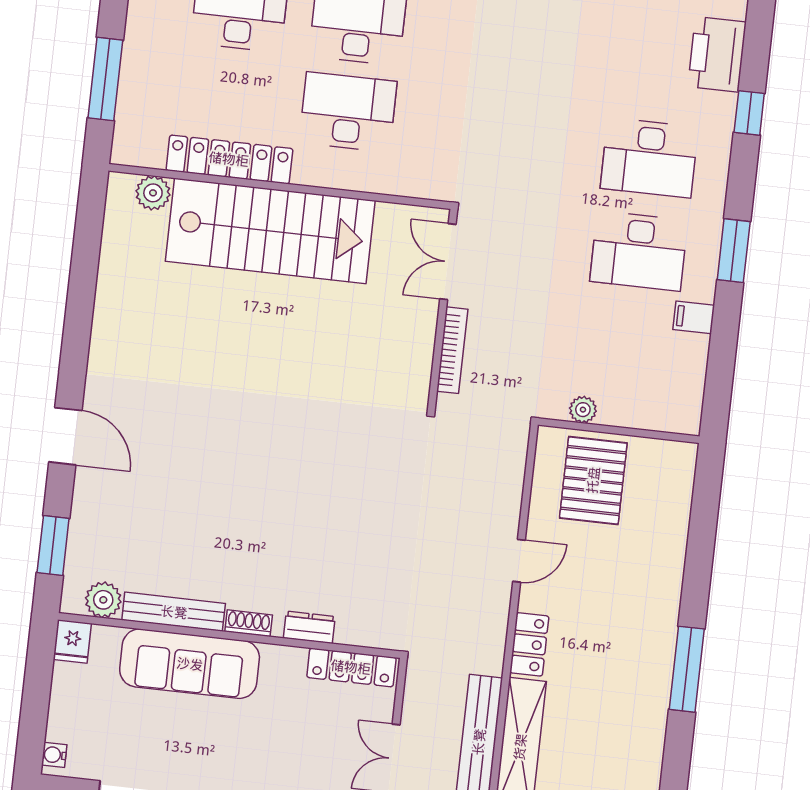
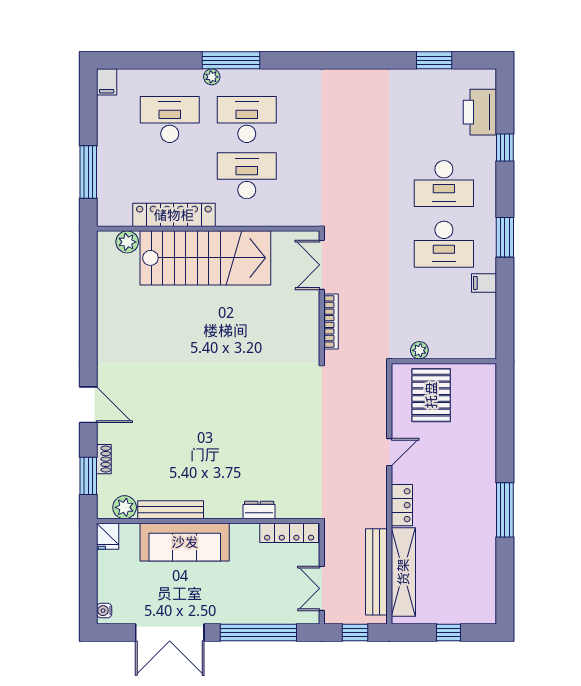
shoe rack: (249, 623) -> (104, 459), moved, turned 90

